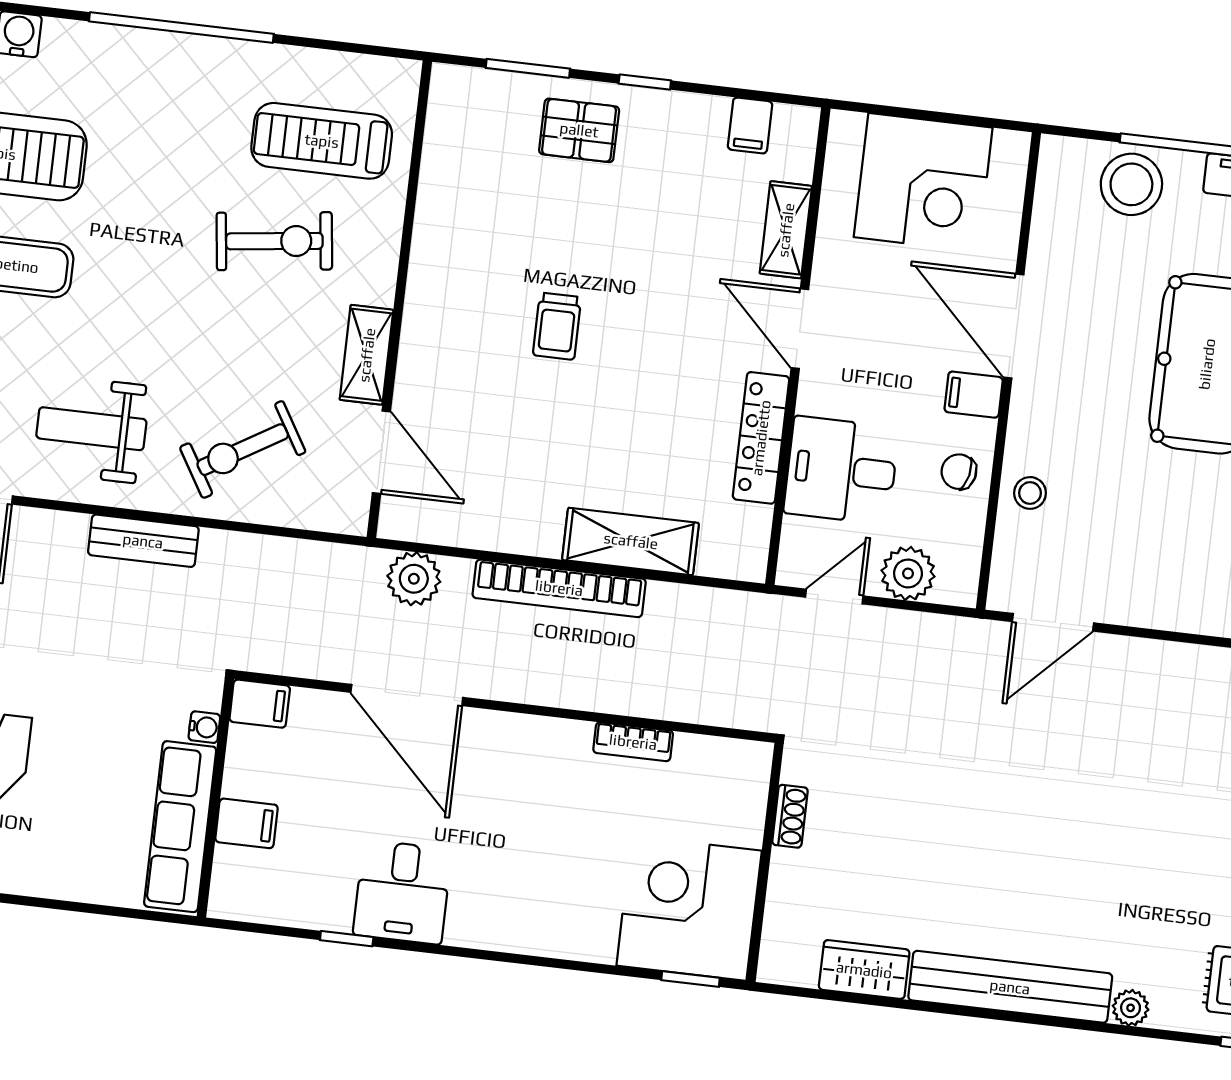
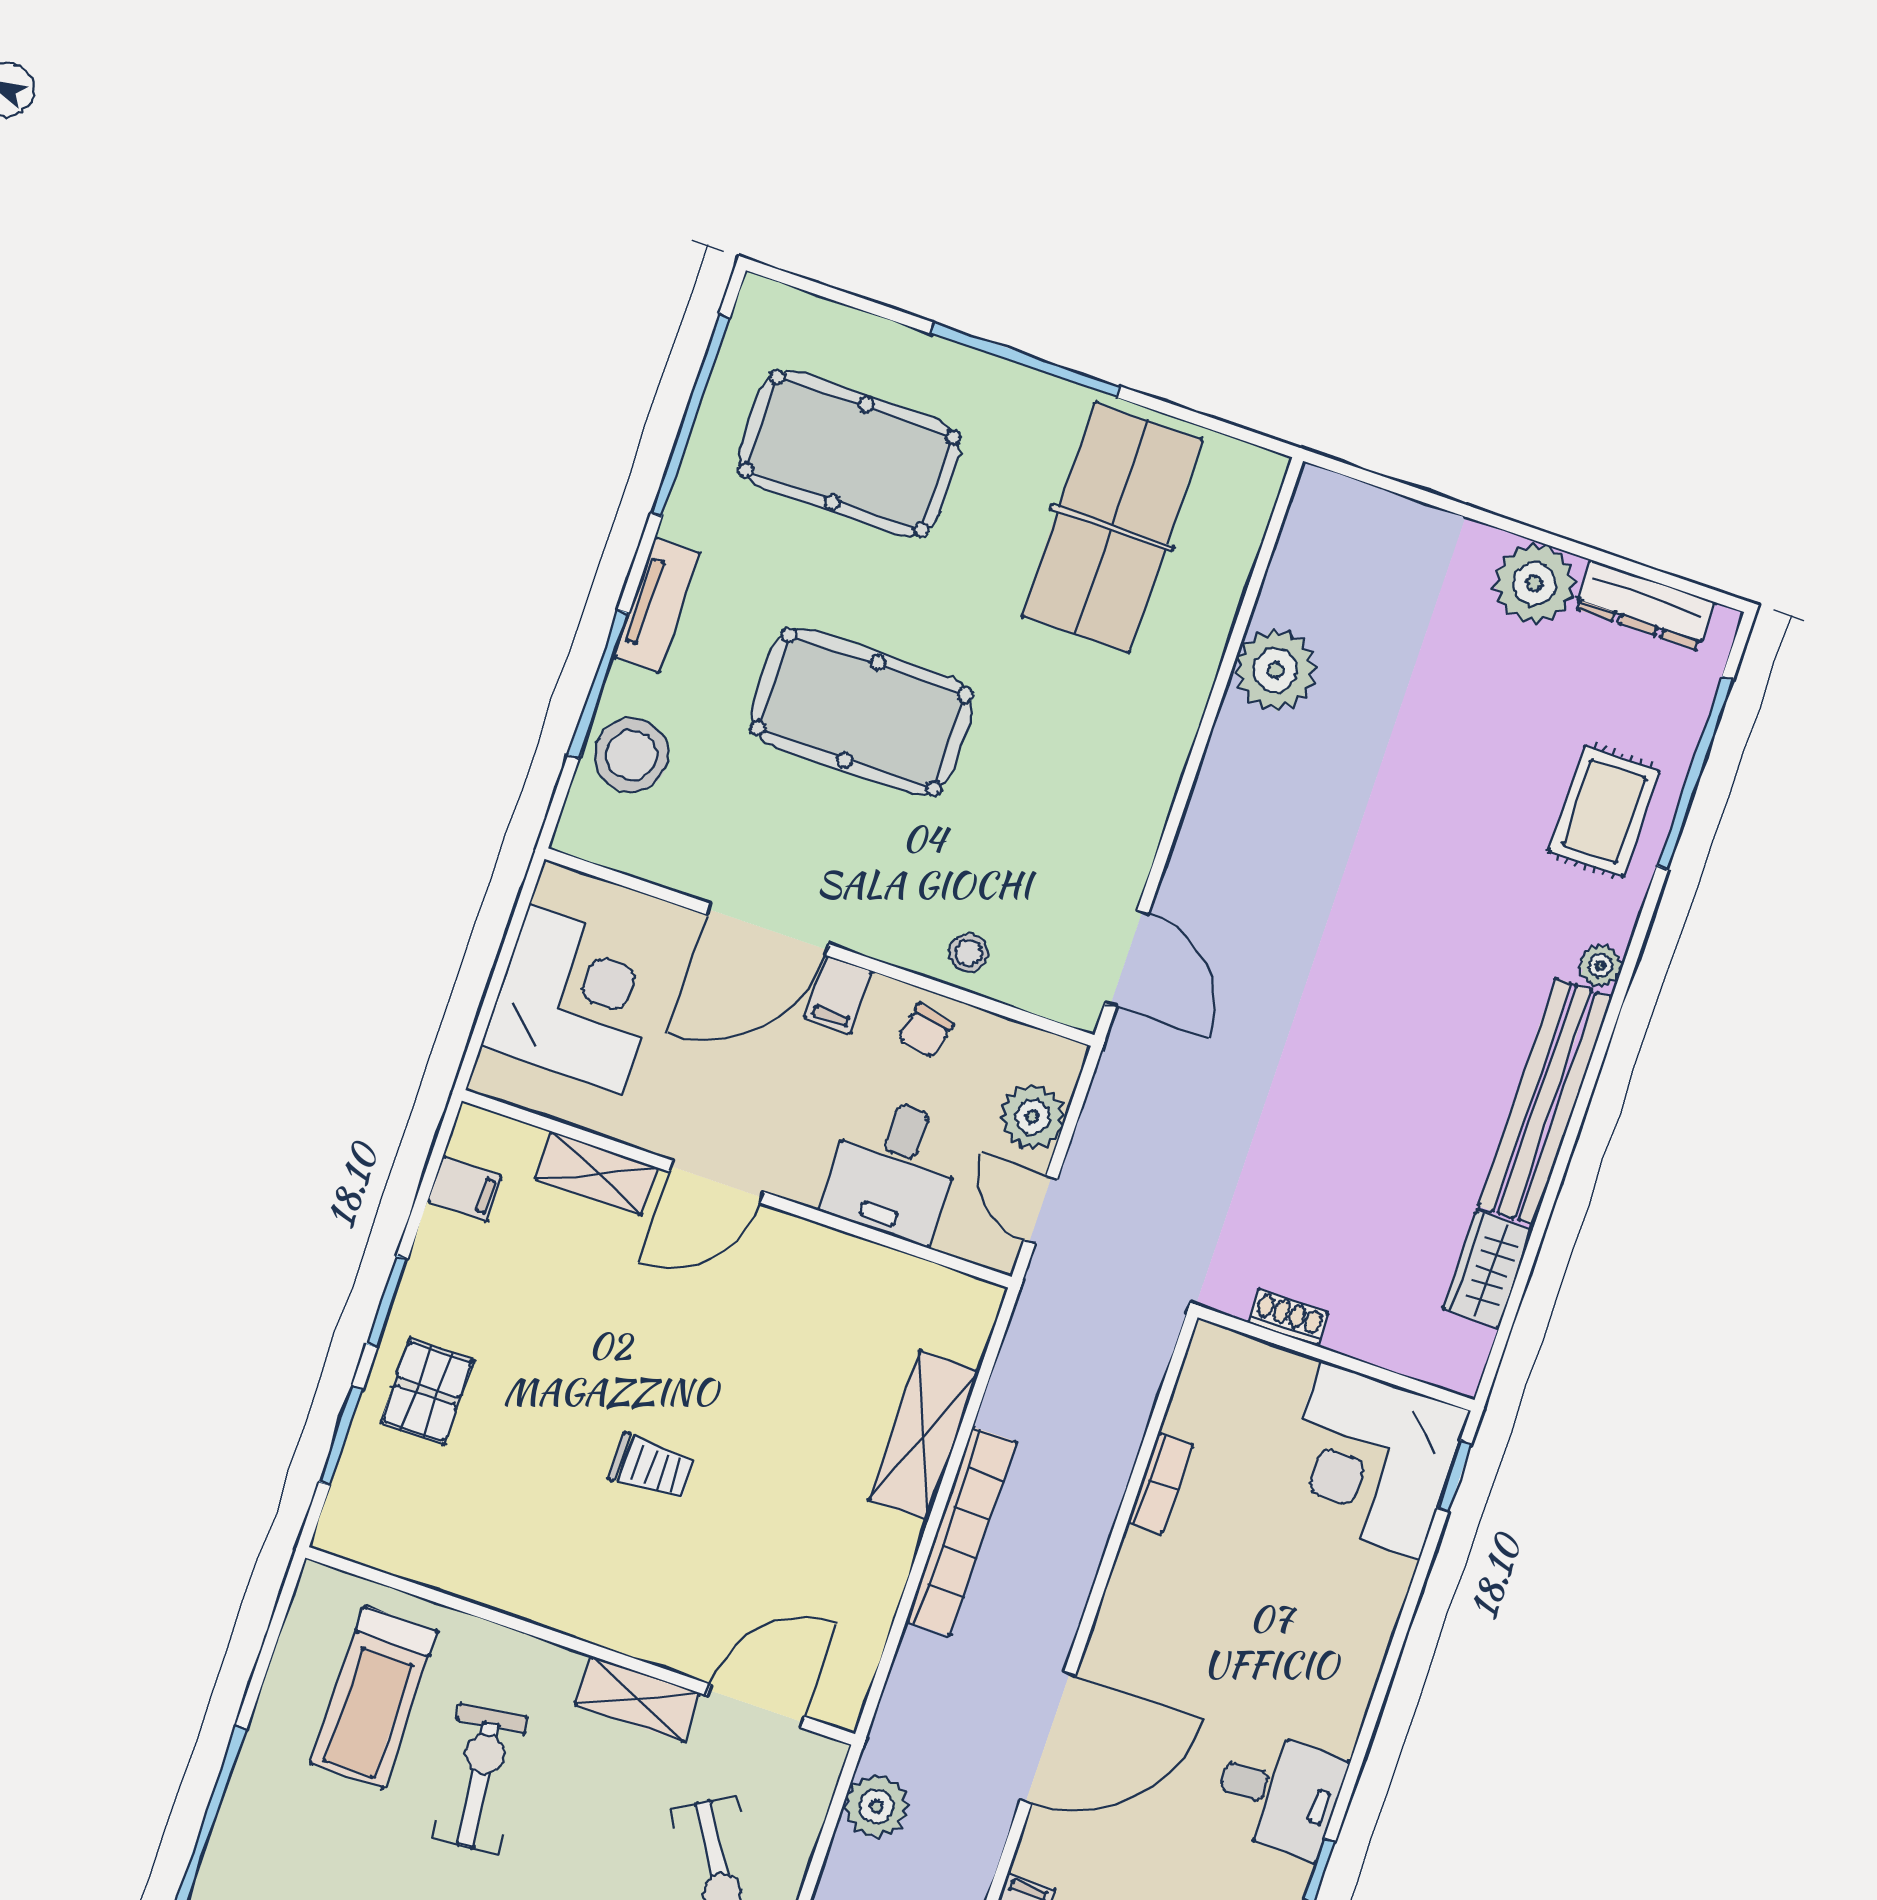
window: (645, 82) -> (387, 1302), width x1.50
locker: (761, 438) -> (835, 1255), removed
plant: (414, 579) -> (876, 1806), moved

